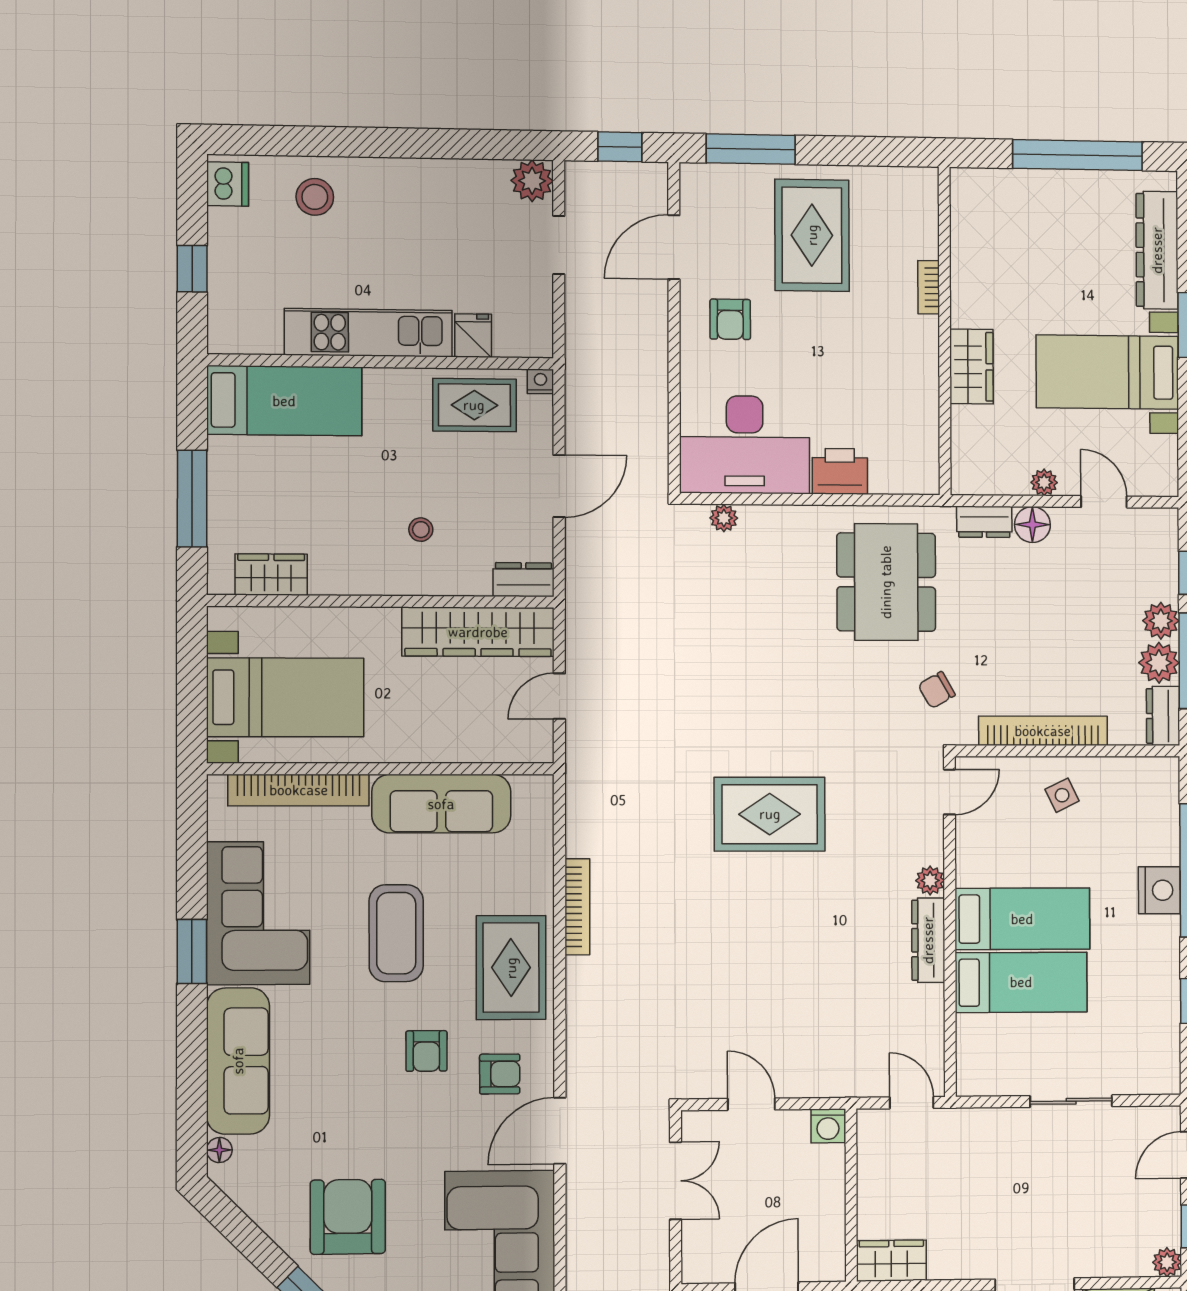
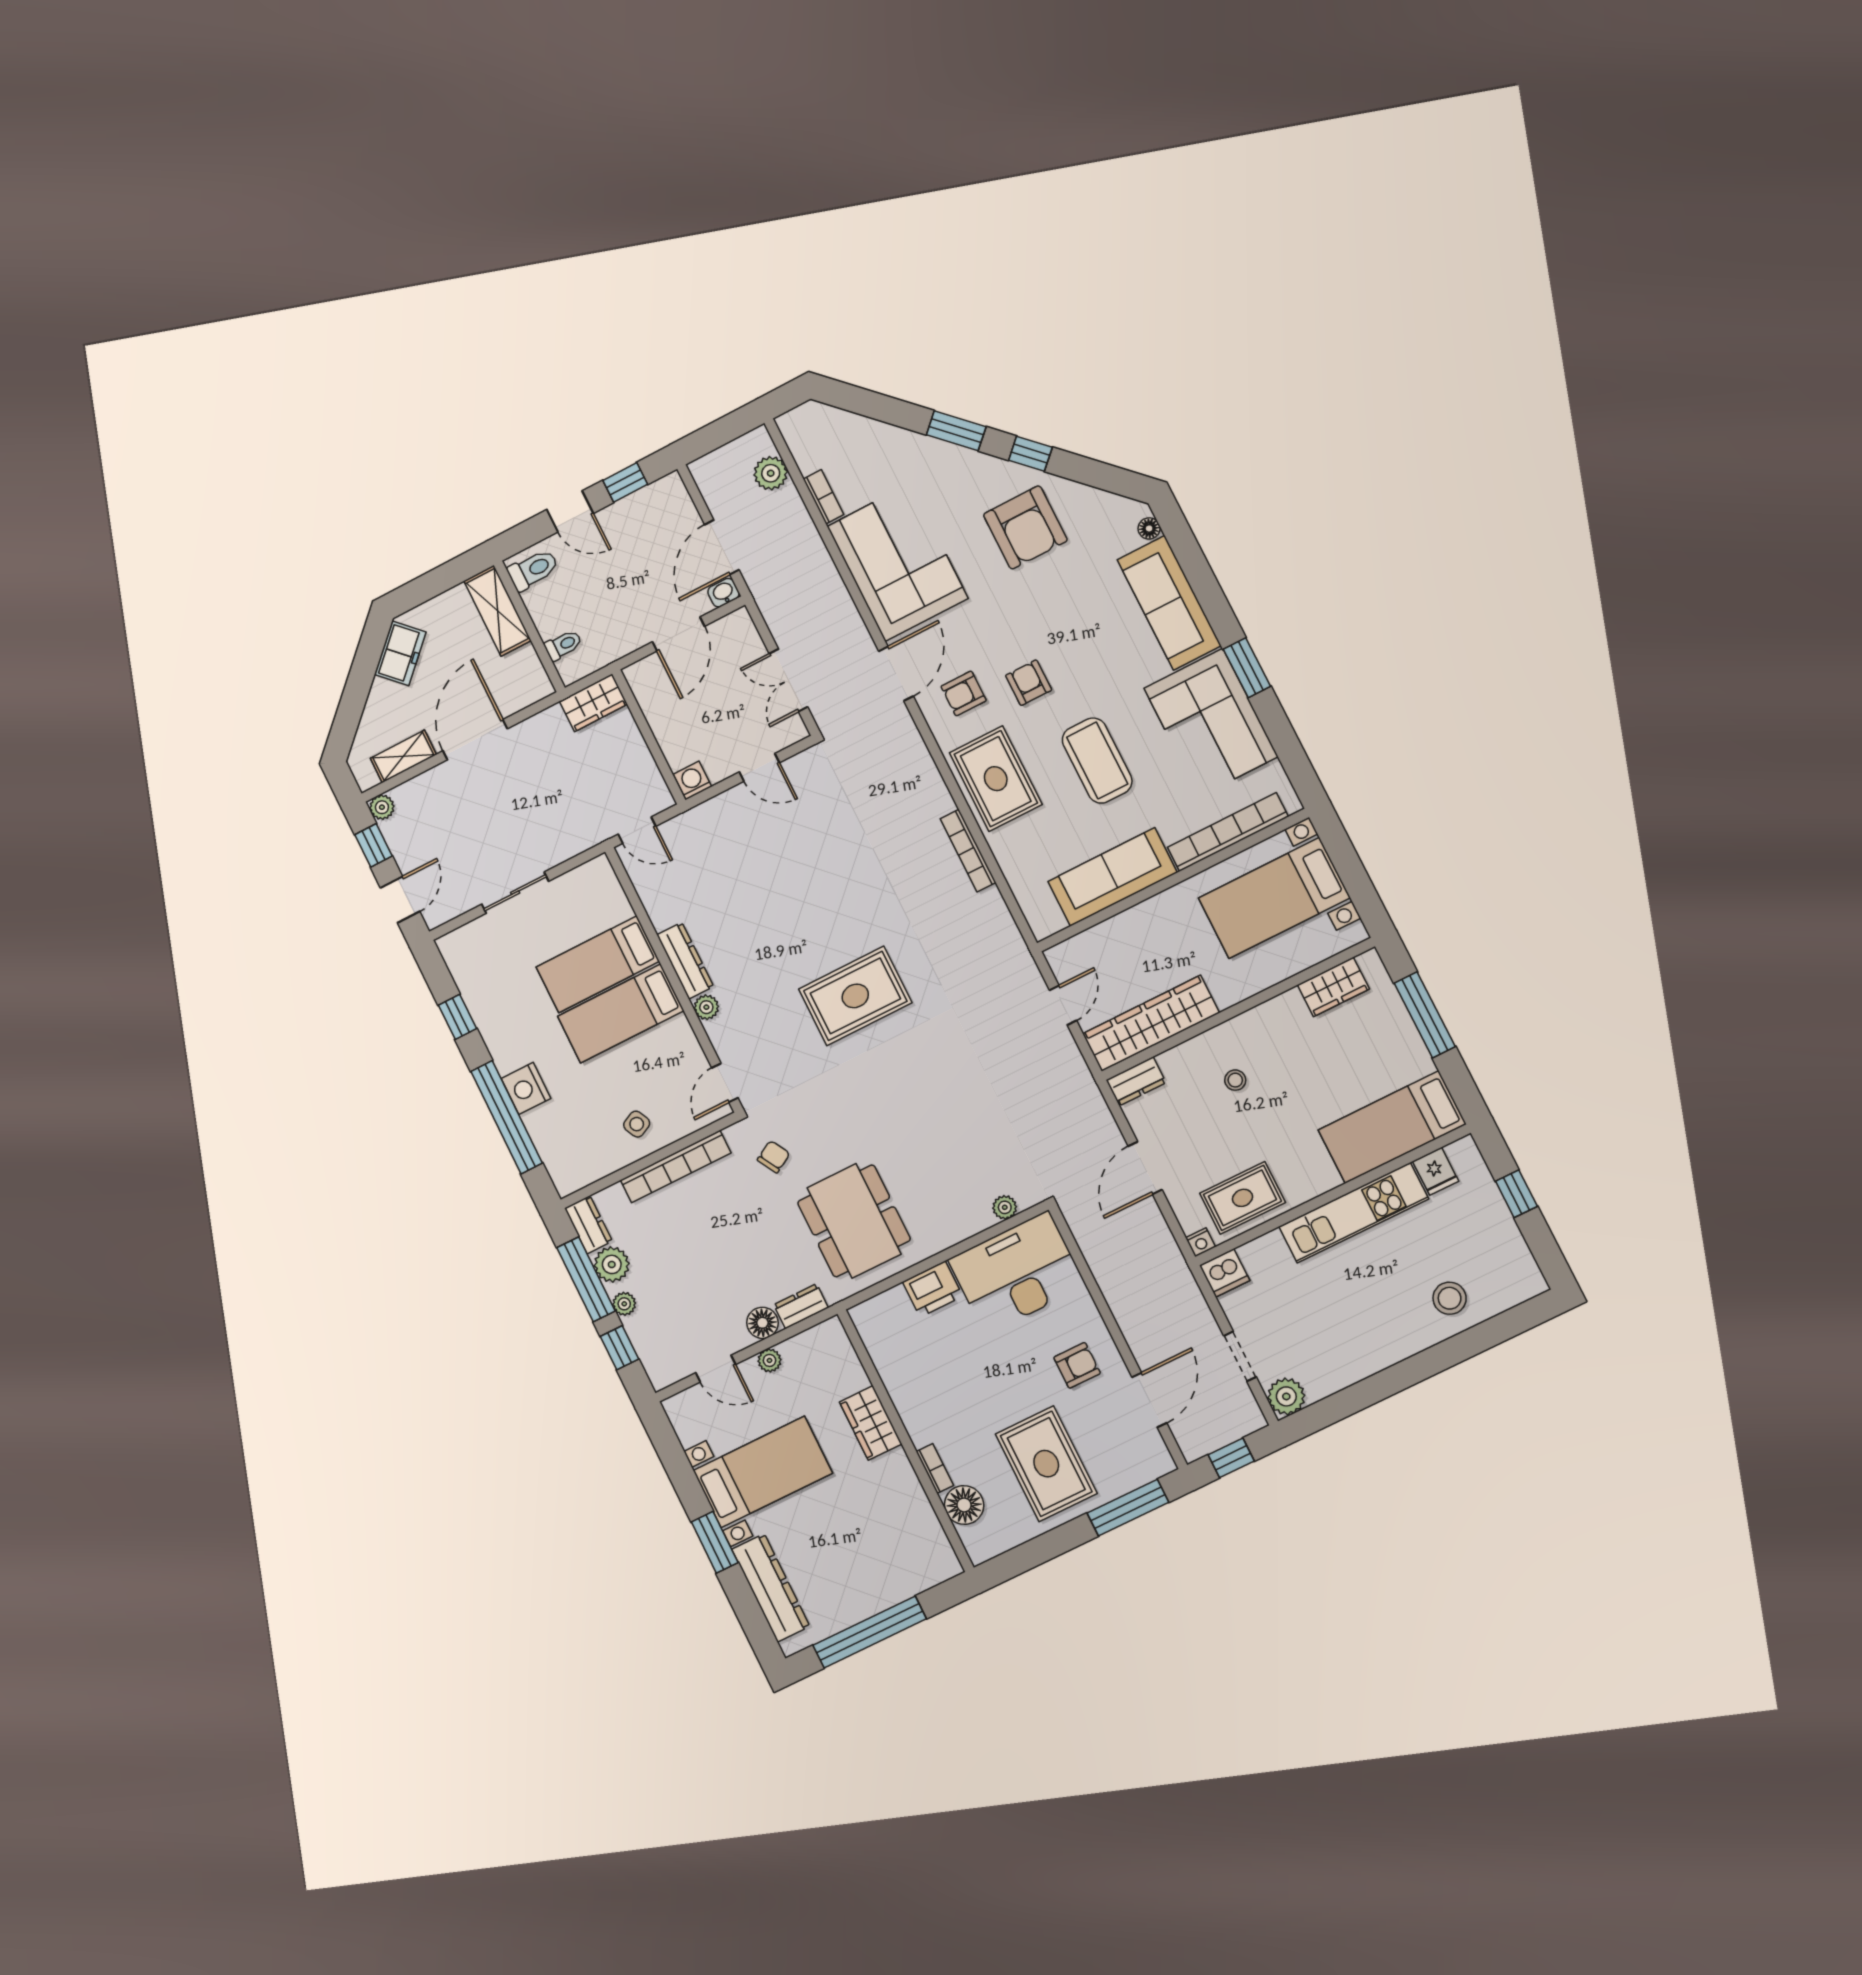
dishwasher: (228, 184) -> (1225, 1273), moved, turned -90
floor lamp: (917, 235) -> (964, 1505), added
armchair: (730, 319) -> (1077, 1365), turned 90
fridge: (473, 336) -> (1436, 1171), moved
plant: (1161, 621) -> (624, 1304), width x0.73, depth x0.73

